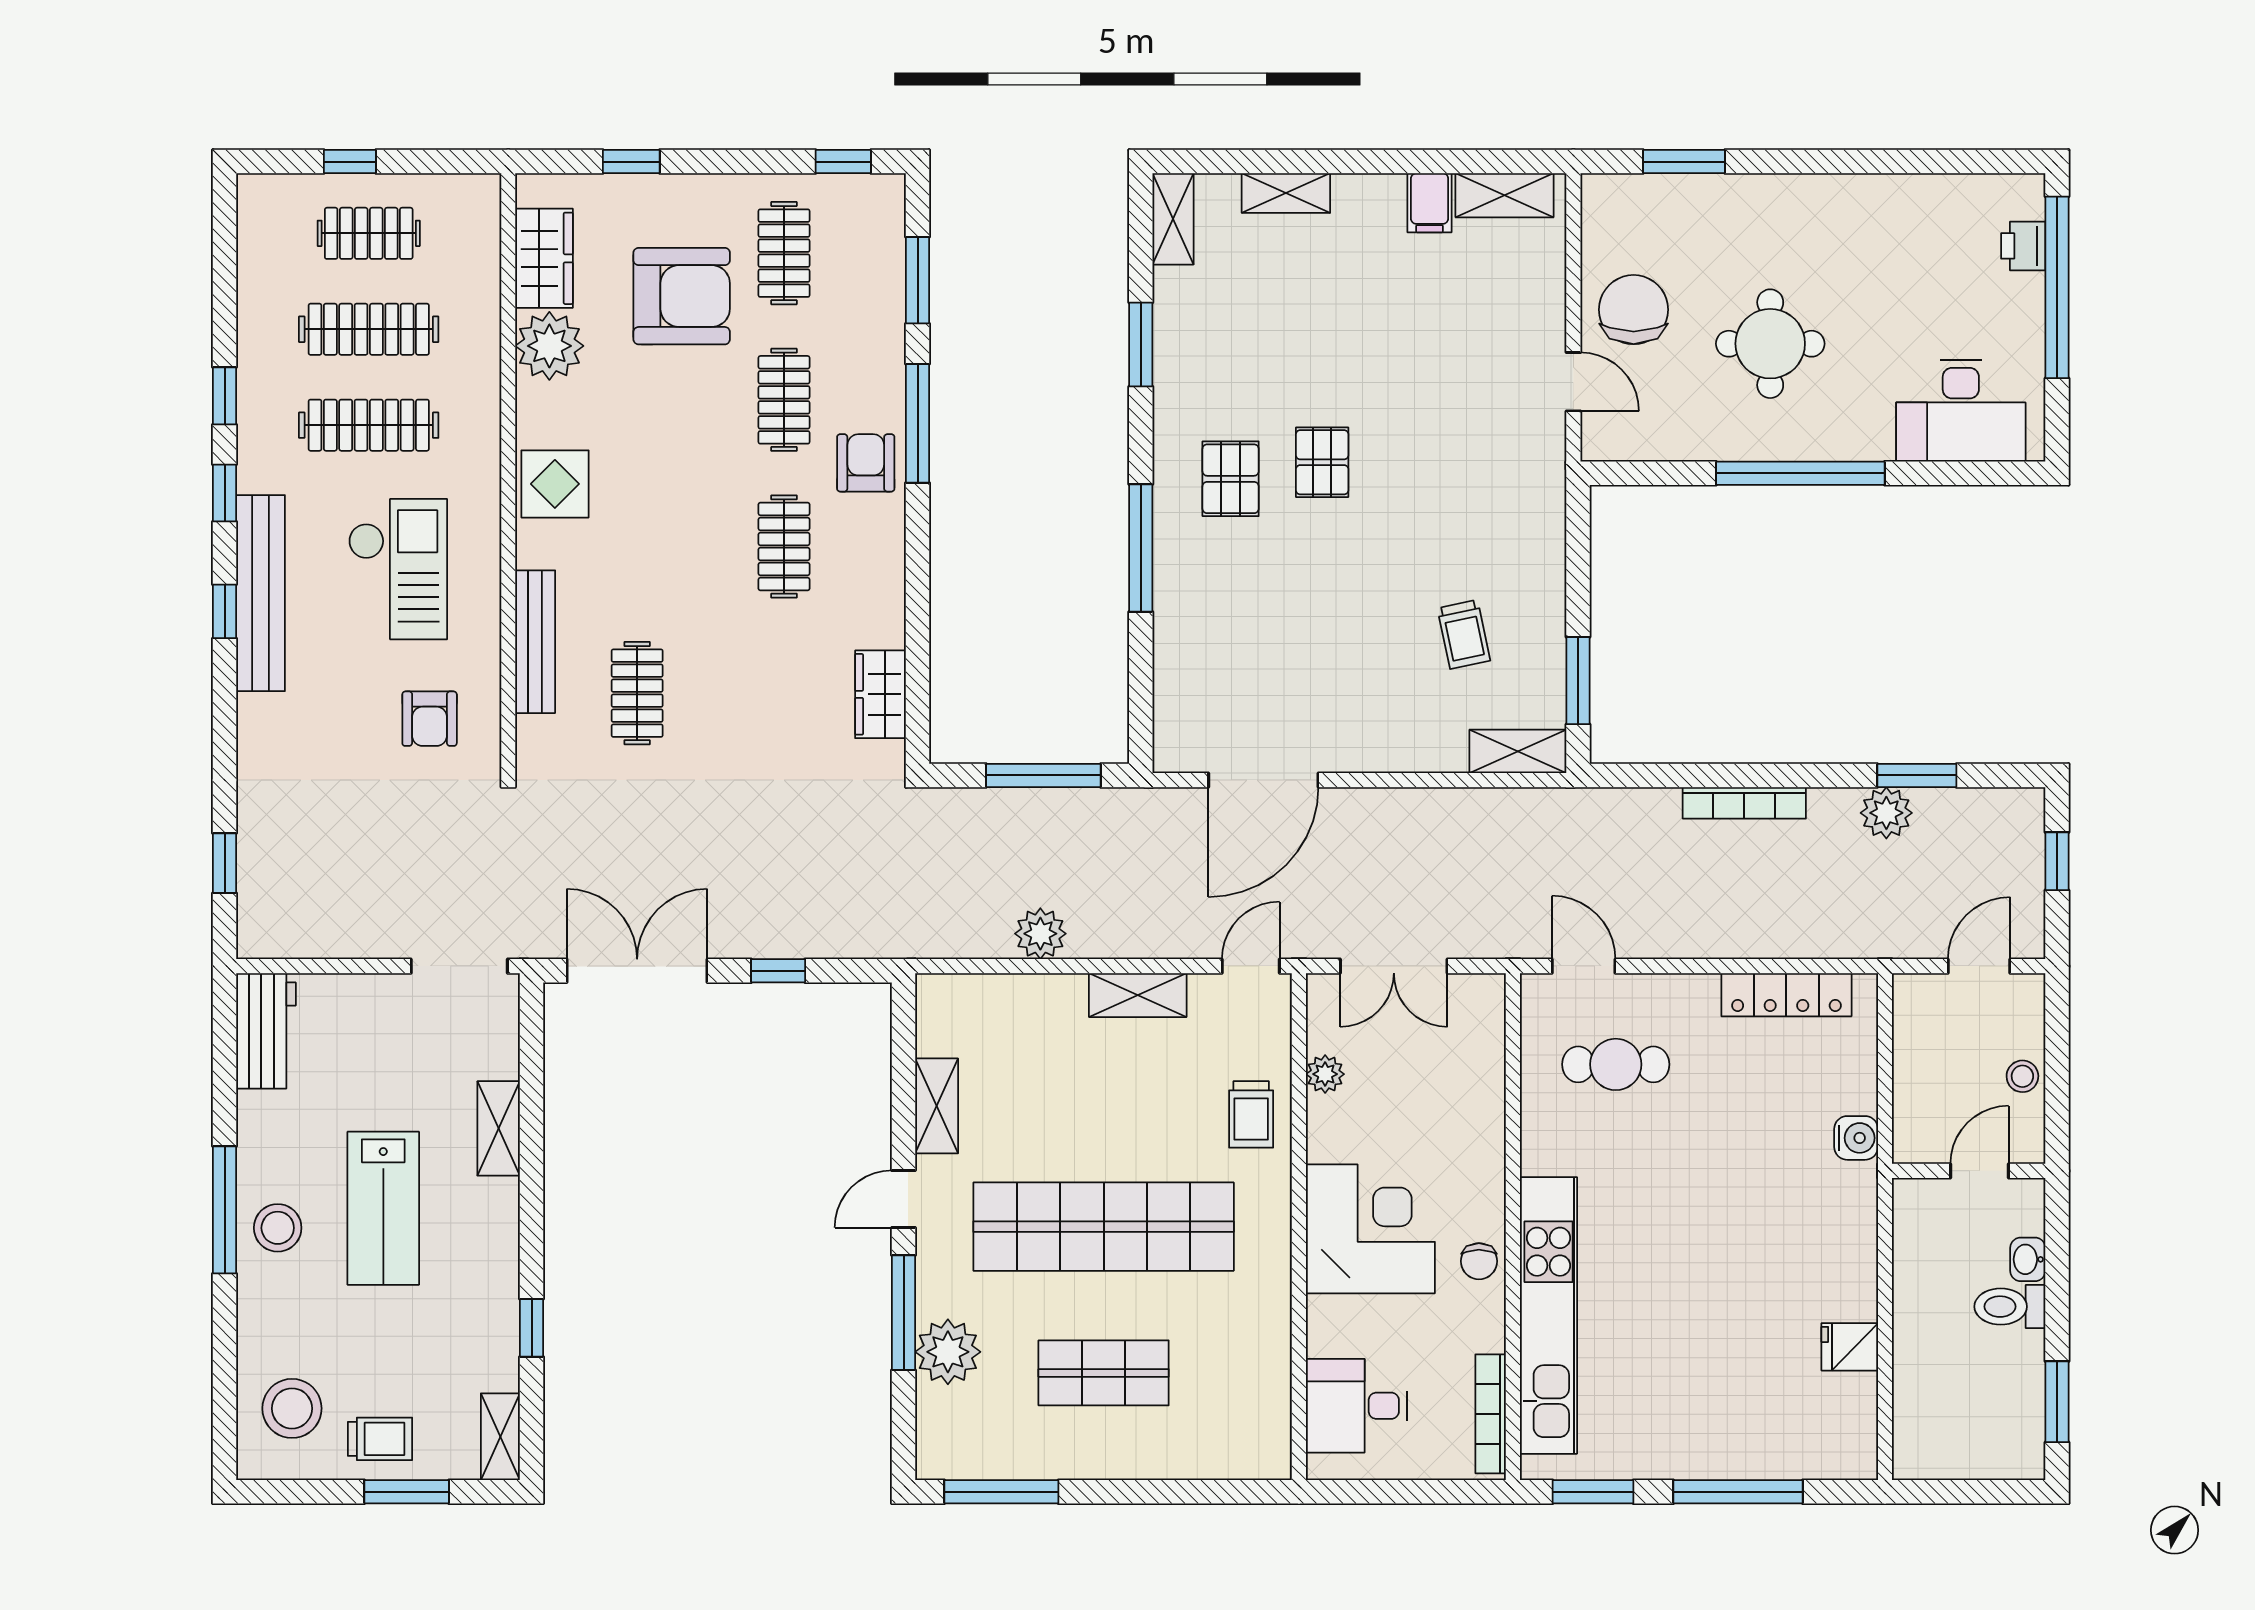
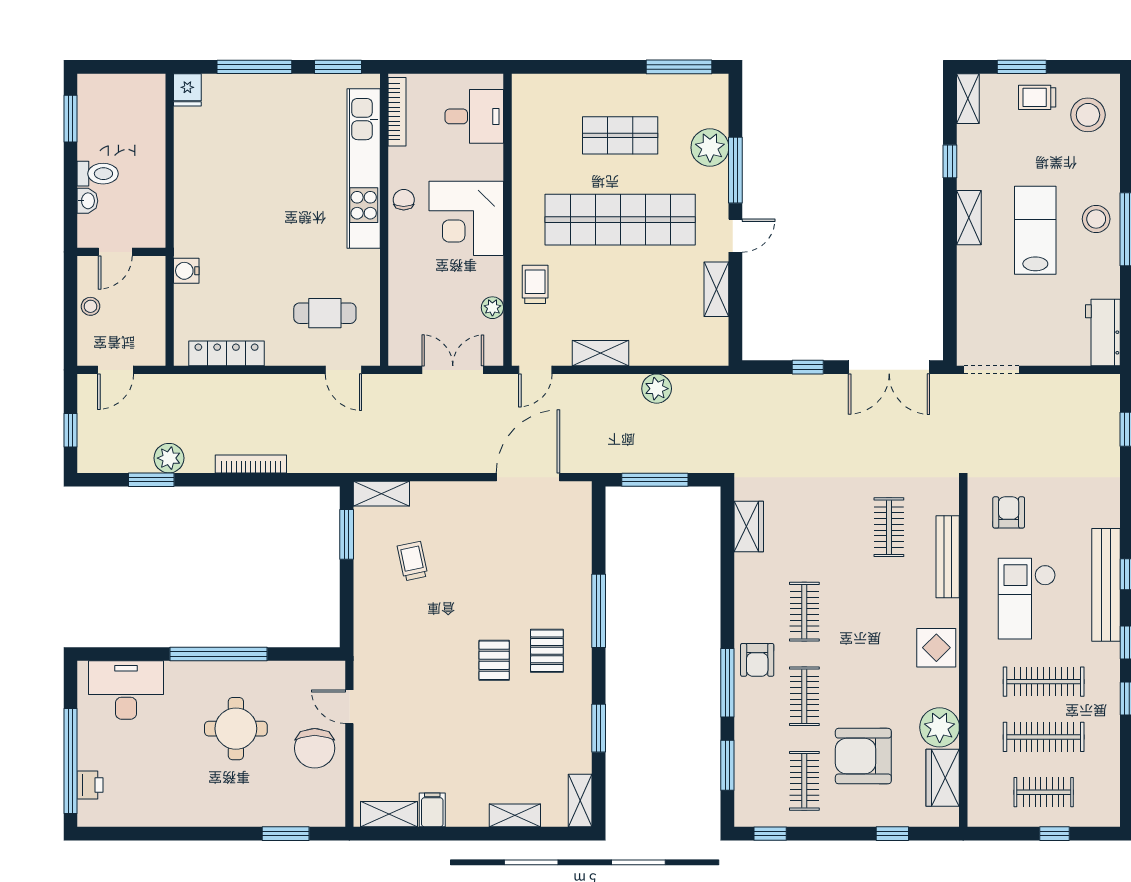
shelving: (499, 1128) -> (969, 218), moved
fridge: (1850, 1347) -> (187, 90), moved, turned 90

